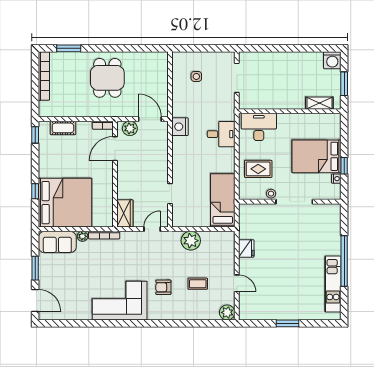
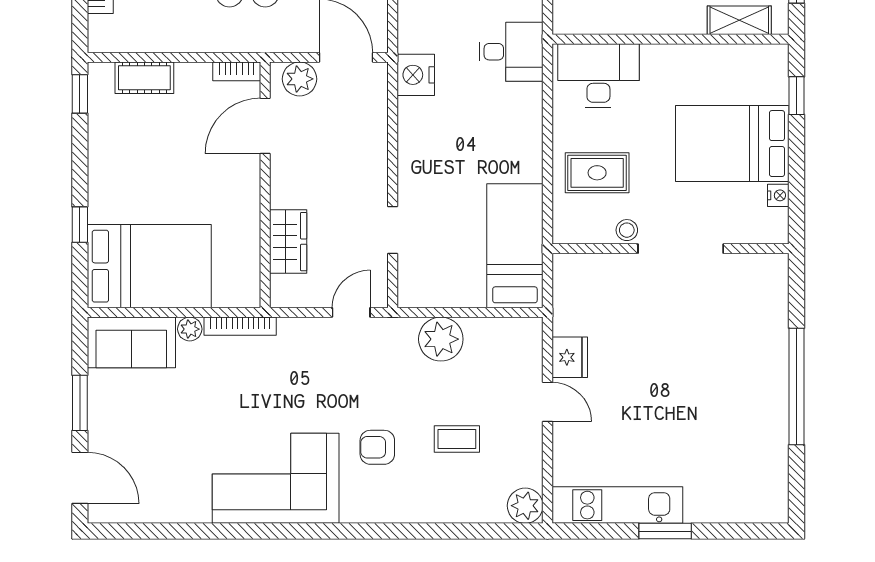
desk: (221, 134) -> (511, 52), moved
window: (344, 166) -> (796, 96), moved
bed: (65, 203) -> (149, 266), width x0.73
wardrobe: (125, 213) -> (288, 242), moved
door: (237, 283) -> (547, 402), moved
kitchen unit: (333, 284) -> (617, 505), moved, turned 90

